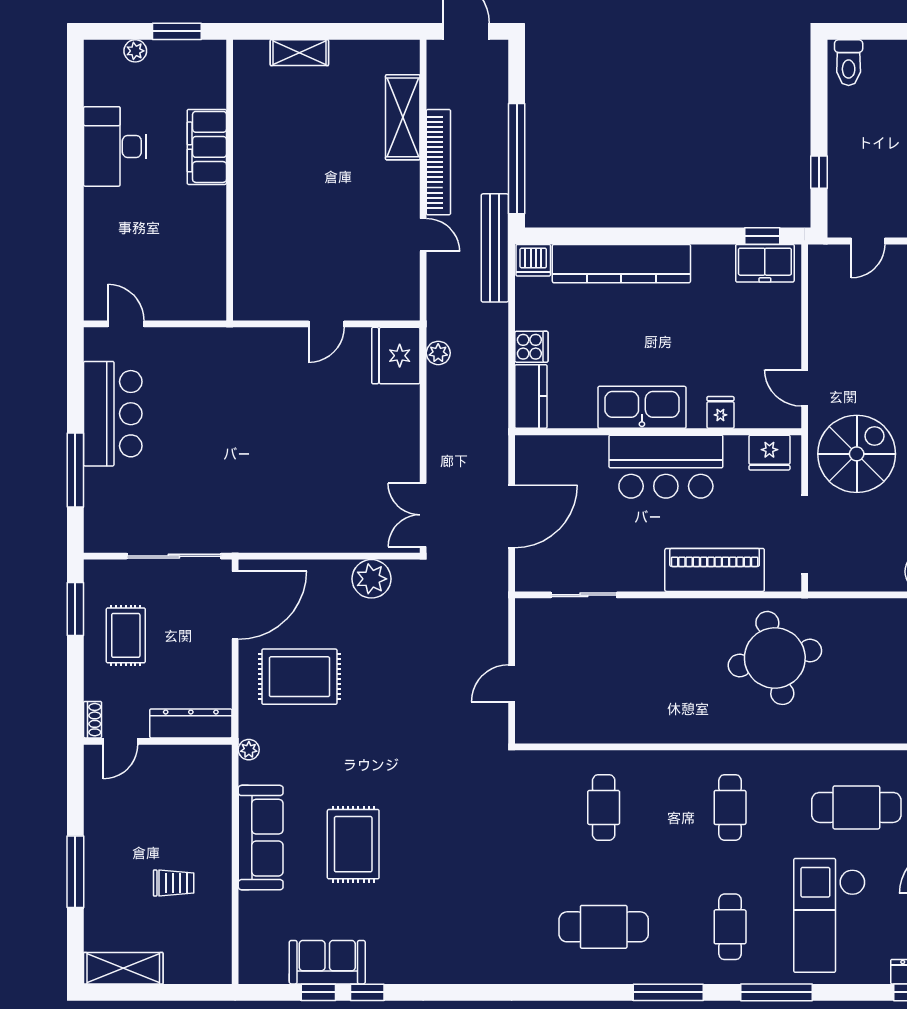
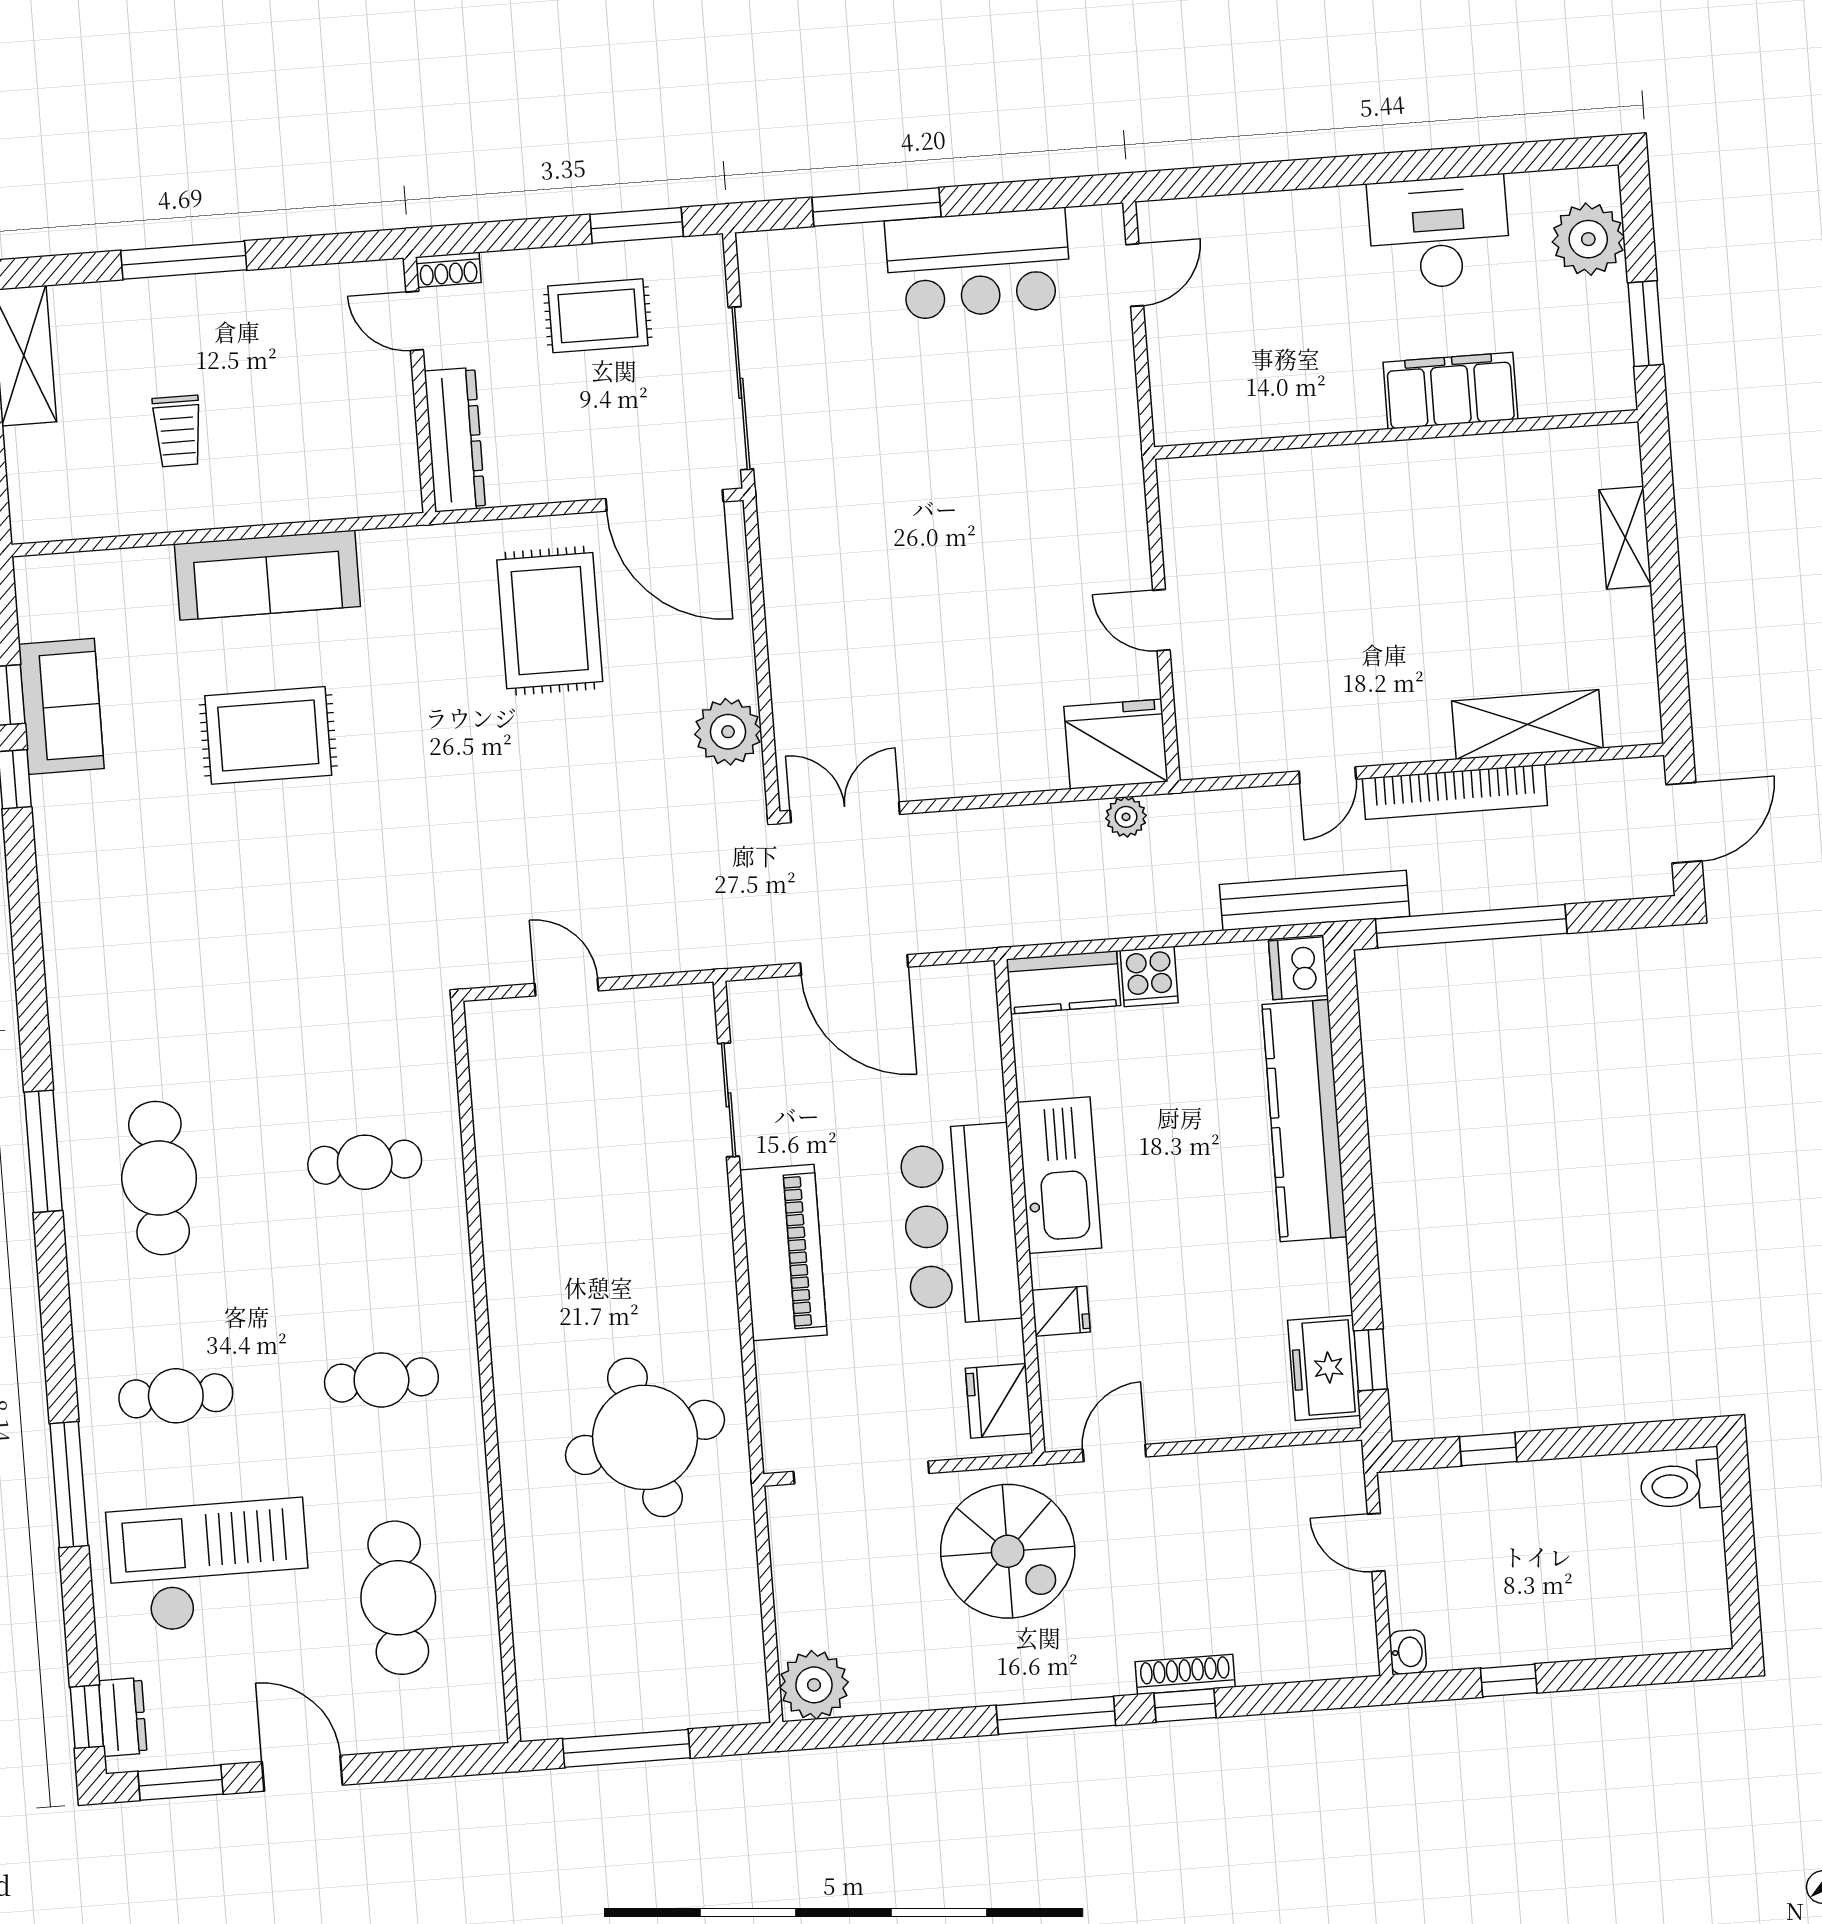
plant: (135, 51) -> (1588, 239), width x1.87, depth x1.87
piano: (715, 570) -> (783, 1252), moved
plant: (249, 750) -> (417, 543), removed
window: (668, 992) -> (43, 1151), moved

